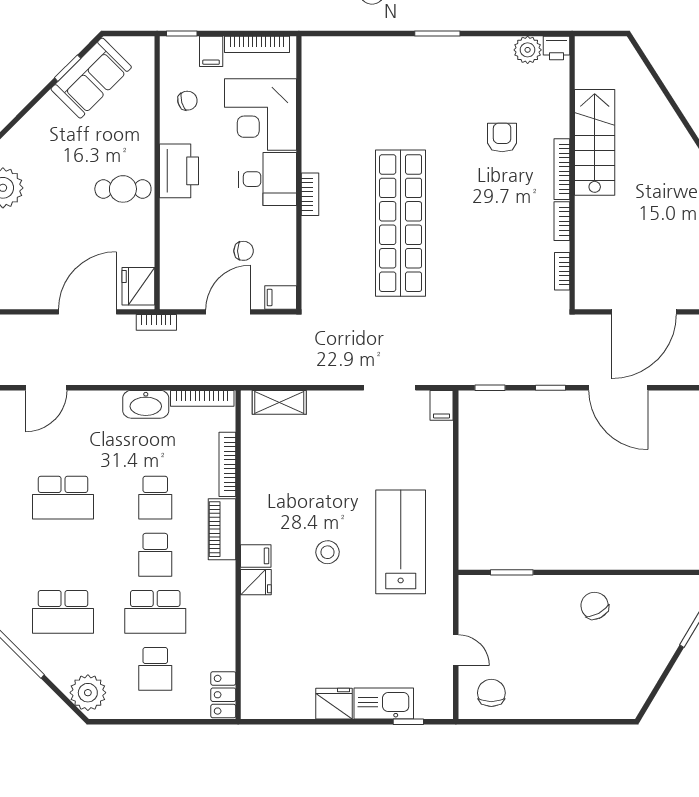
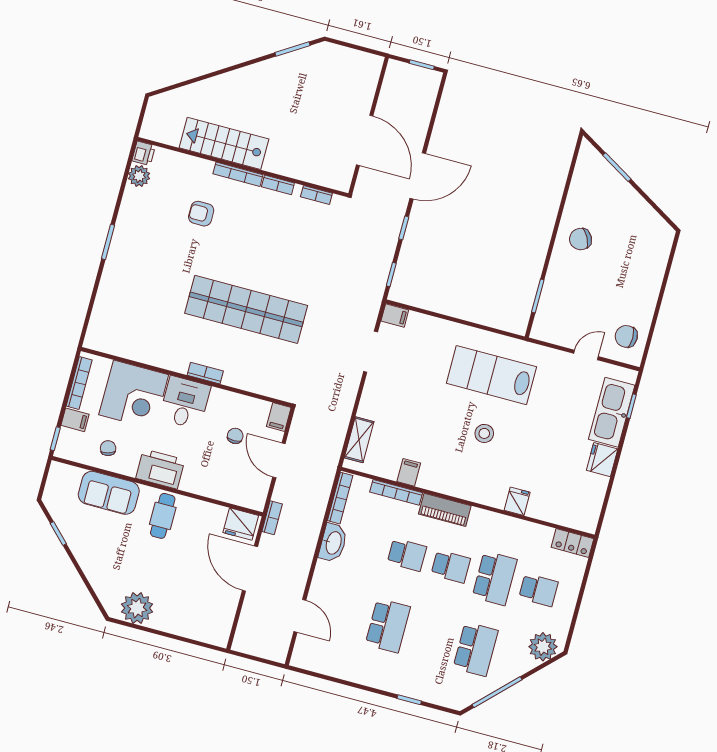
sofa: (91, 78) -> (109, 493), moved, turned 135
filing cabinet: (256, 556) -> (409, 472), moved
fridge: (256, 582) -> (517, 501), moved
kitchen sink: (384, 704) -> (612, 412), width x1.36, depth x1.24

